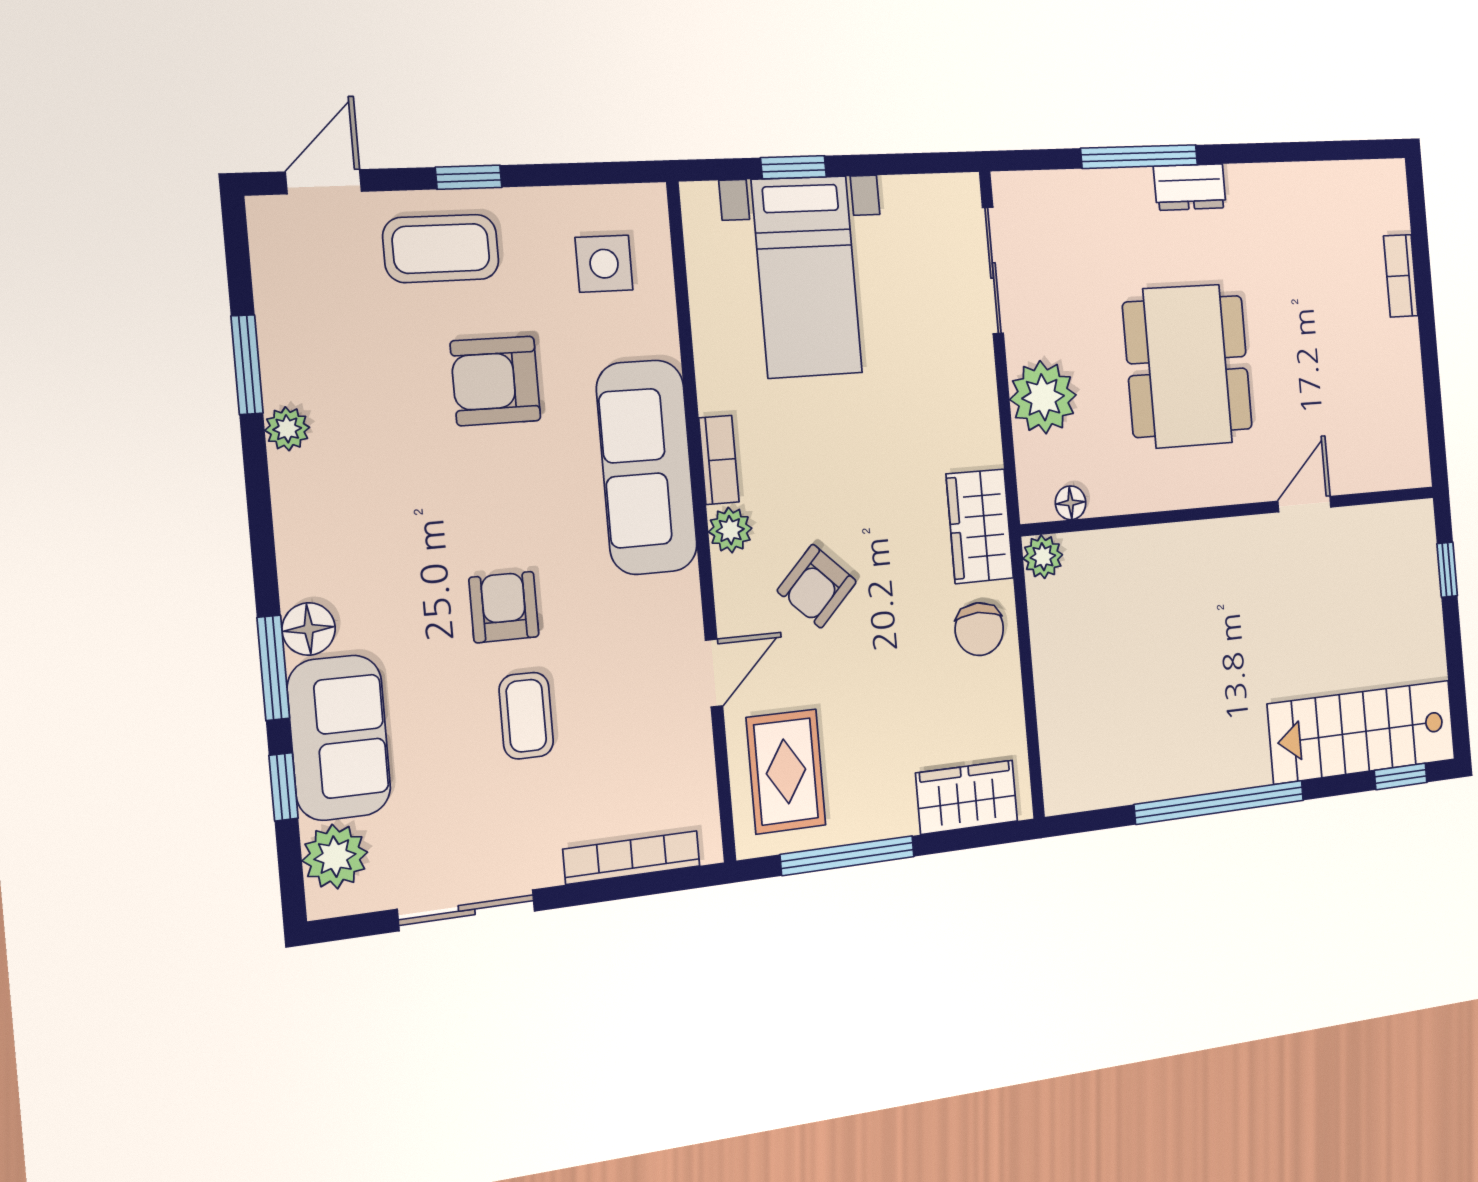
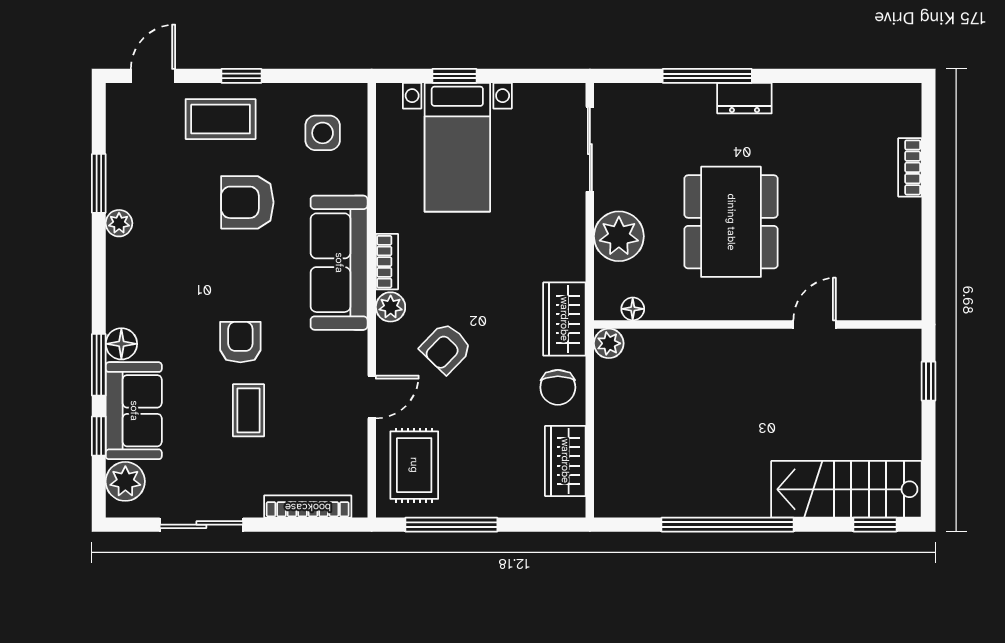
wardrobe: (967, 797) -> (565, 461), moved, turned -90

